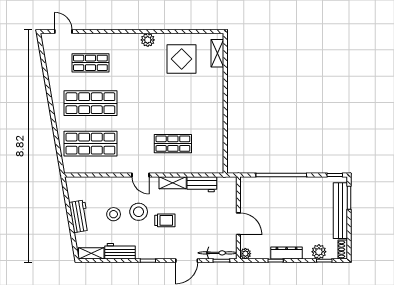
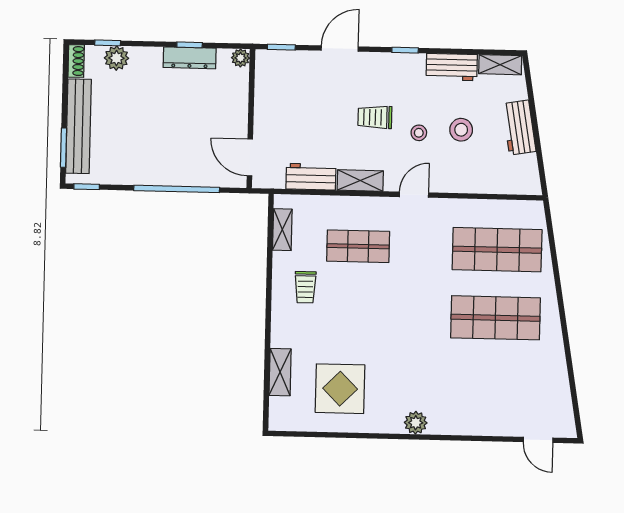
plant: (148, 40) -> (416, 423), moved
shelving: (217, 53) -> (280, 372), moved
shop shelf: (90, 63) -> (494, 386), removed
trolley: (204, 119) -> (305, 287), added
shelving: (218, 152) -> (282, 230), added
door: (141, 175) -> (414, 195), hinge flipped
stool: (139, 212) -> (419, 133), width x0.53, depth x0.53
door: (238, 224) -> (250, 157), moved
bicycle: (217, 253) -> (288, 60), removed
dresser: (287, 253) -> (190, 58), moved

